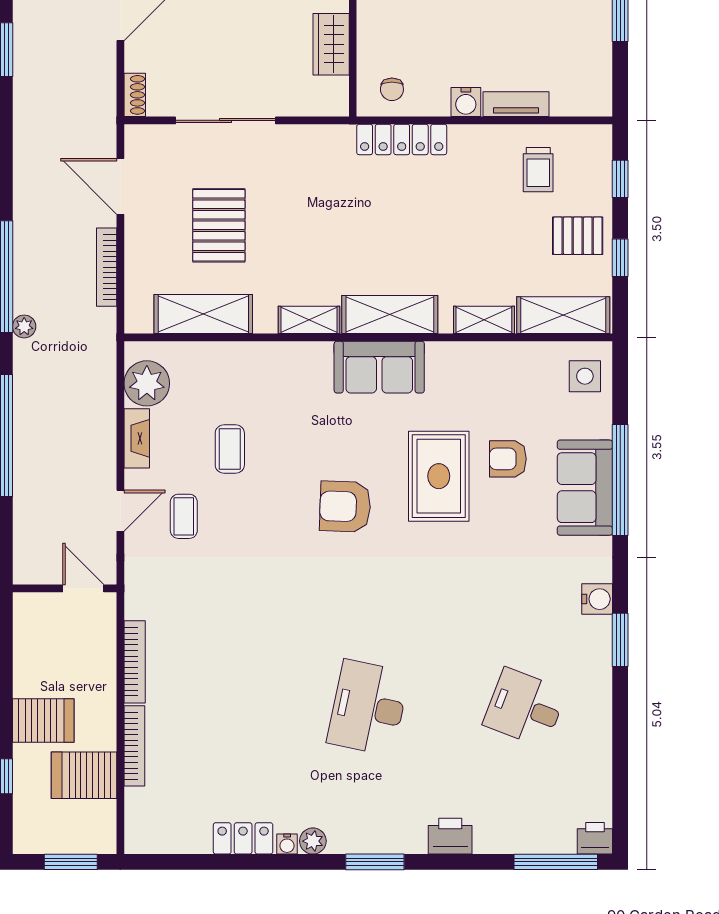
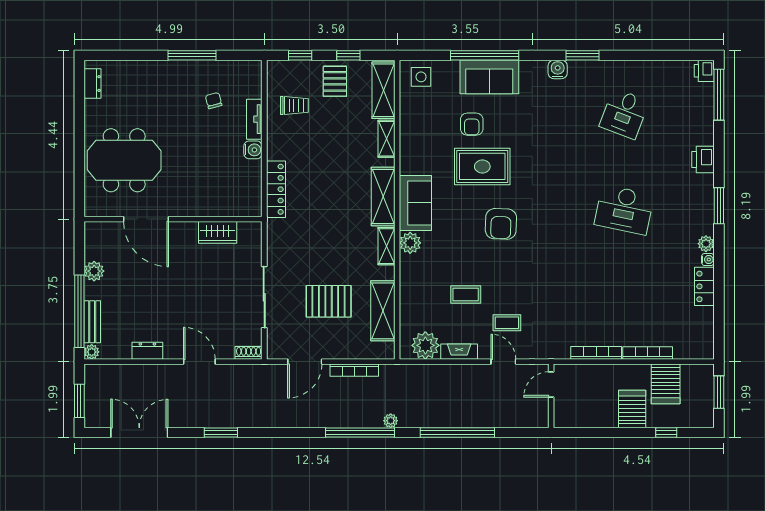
chair: (392, 89) -> (214, 101), moved, turned -105
plant: (314, 359) -> (410, 243), added

